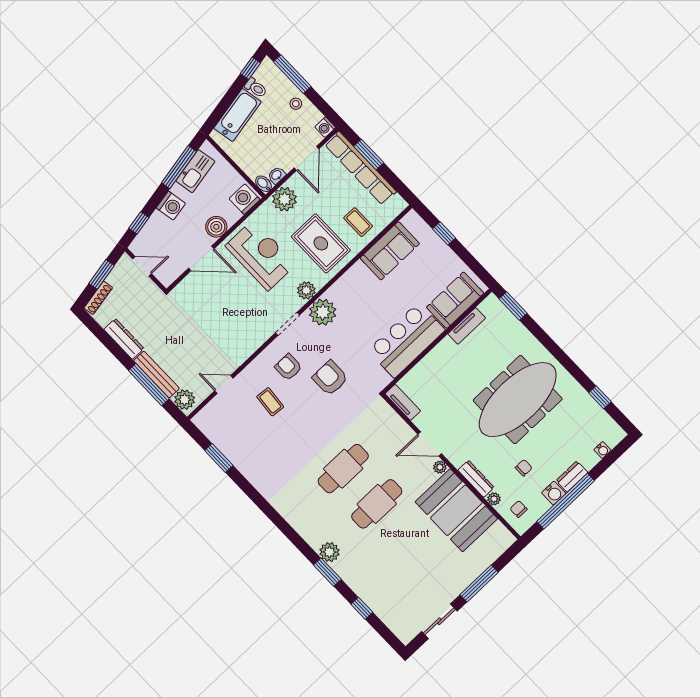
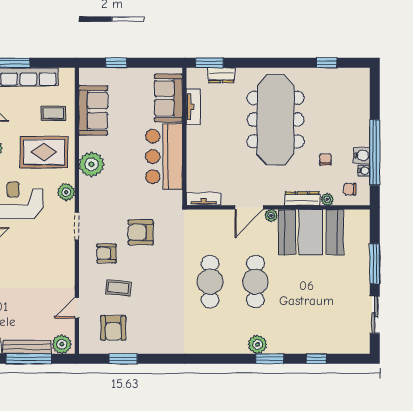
plant: (323, 312) -> (91, 164), moved
armchair: (235, 428) -> (113, 328), added
water cooler: (602, 450) -> (364, 171), moved
dresser: (572, 477) -> (221, 75), moved, turned -90

